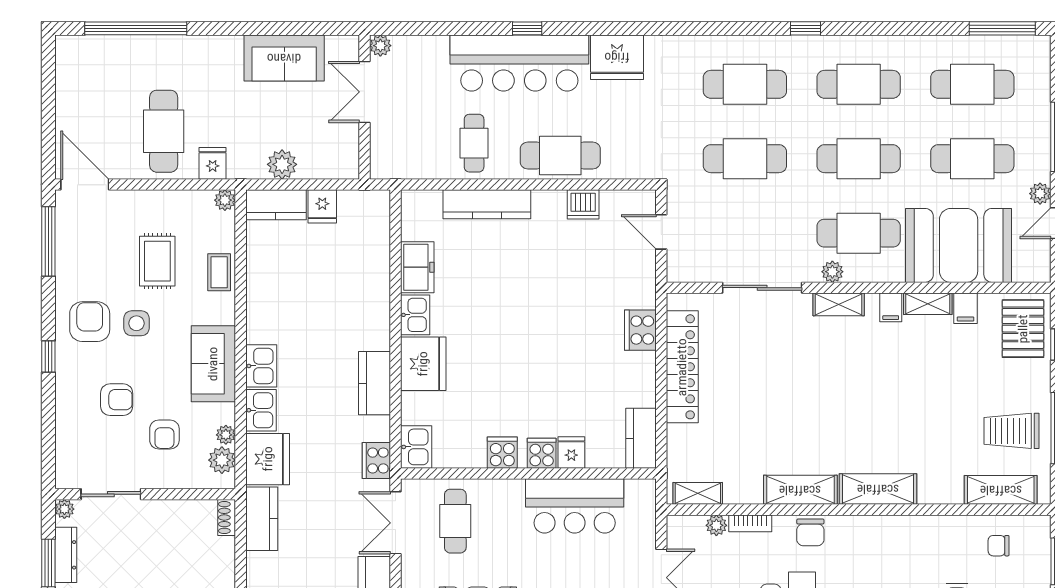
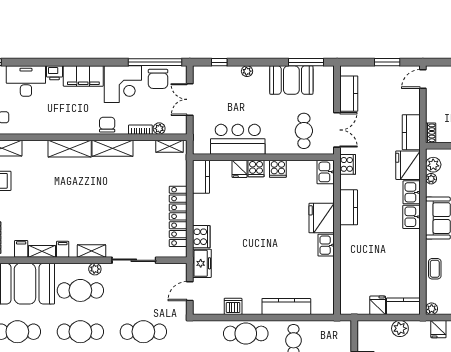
door: (661, 232) -> (190, 291), swing flipped
freezer: (417, 267) -> (202, 263), moved, turned 180

